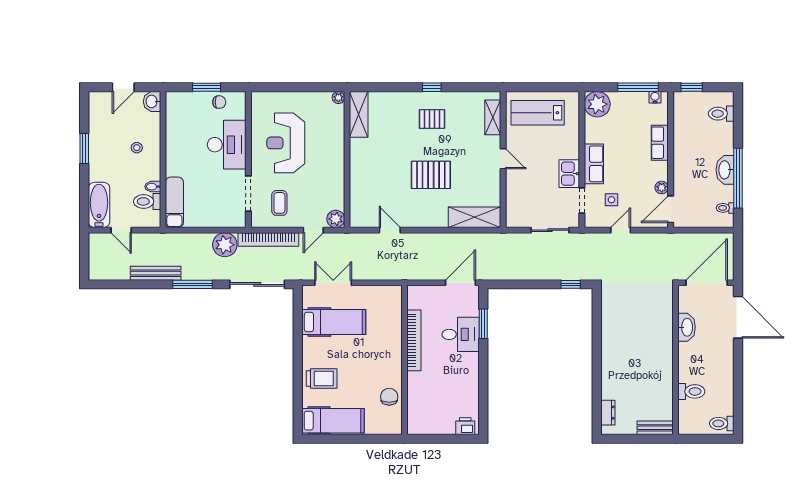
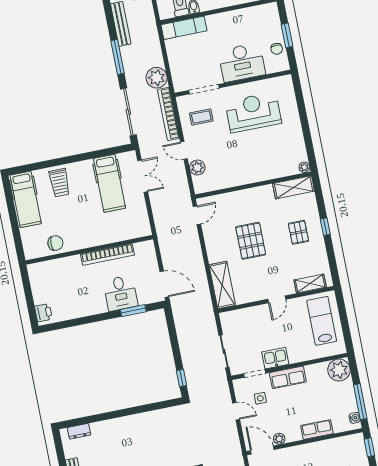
plant: (338, 98) -> (304, 167), moved
shelving: (359, 114) -> (294, 187), moved
wall: (347, 160) -> (253, 185), moved

